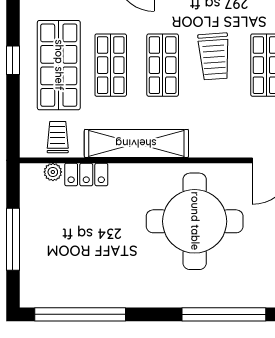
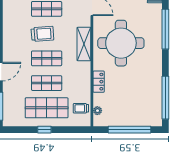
shelving: (136, 143) -> (84, 44), moved, width x0.68
locker: (86, 174) -> (99, 82), moved
window: (13, 239) -> (129, 130), width x1.46

